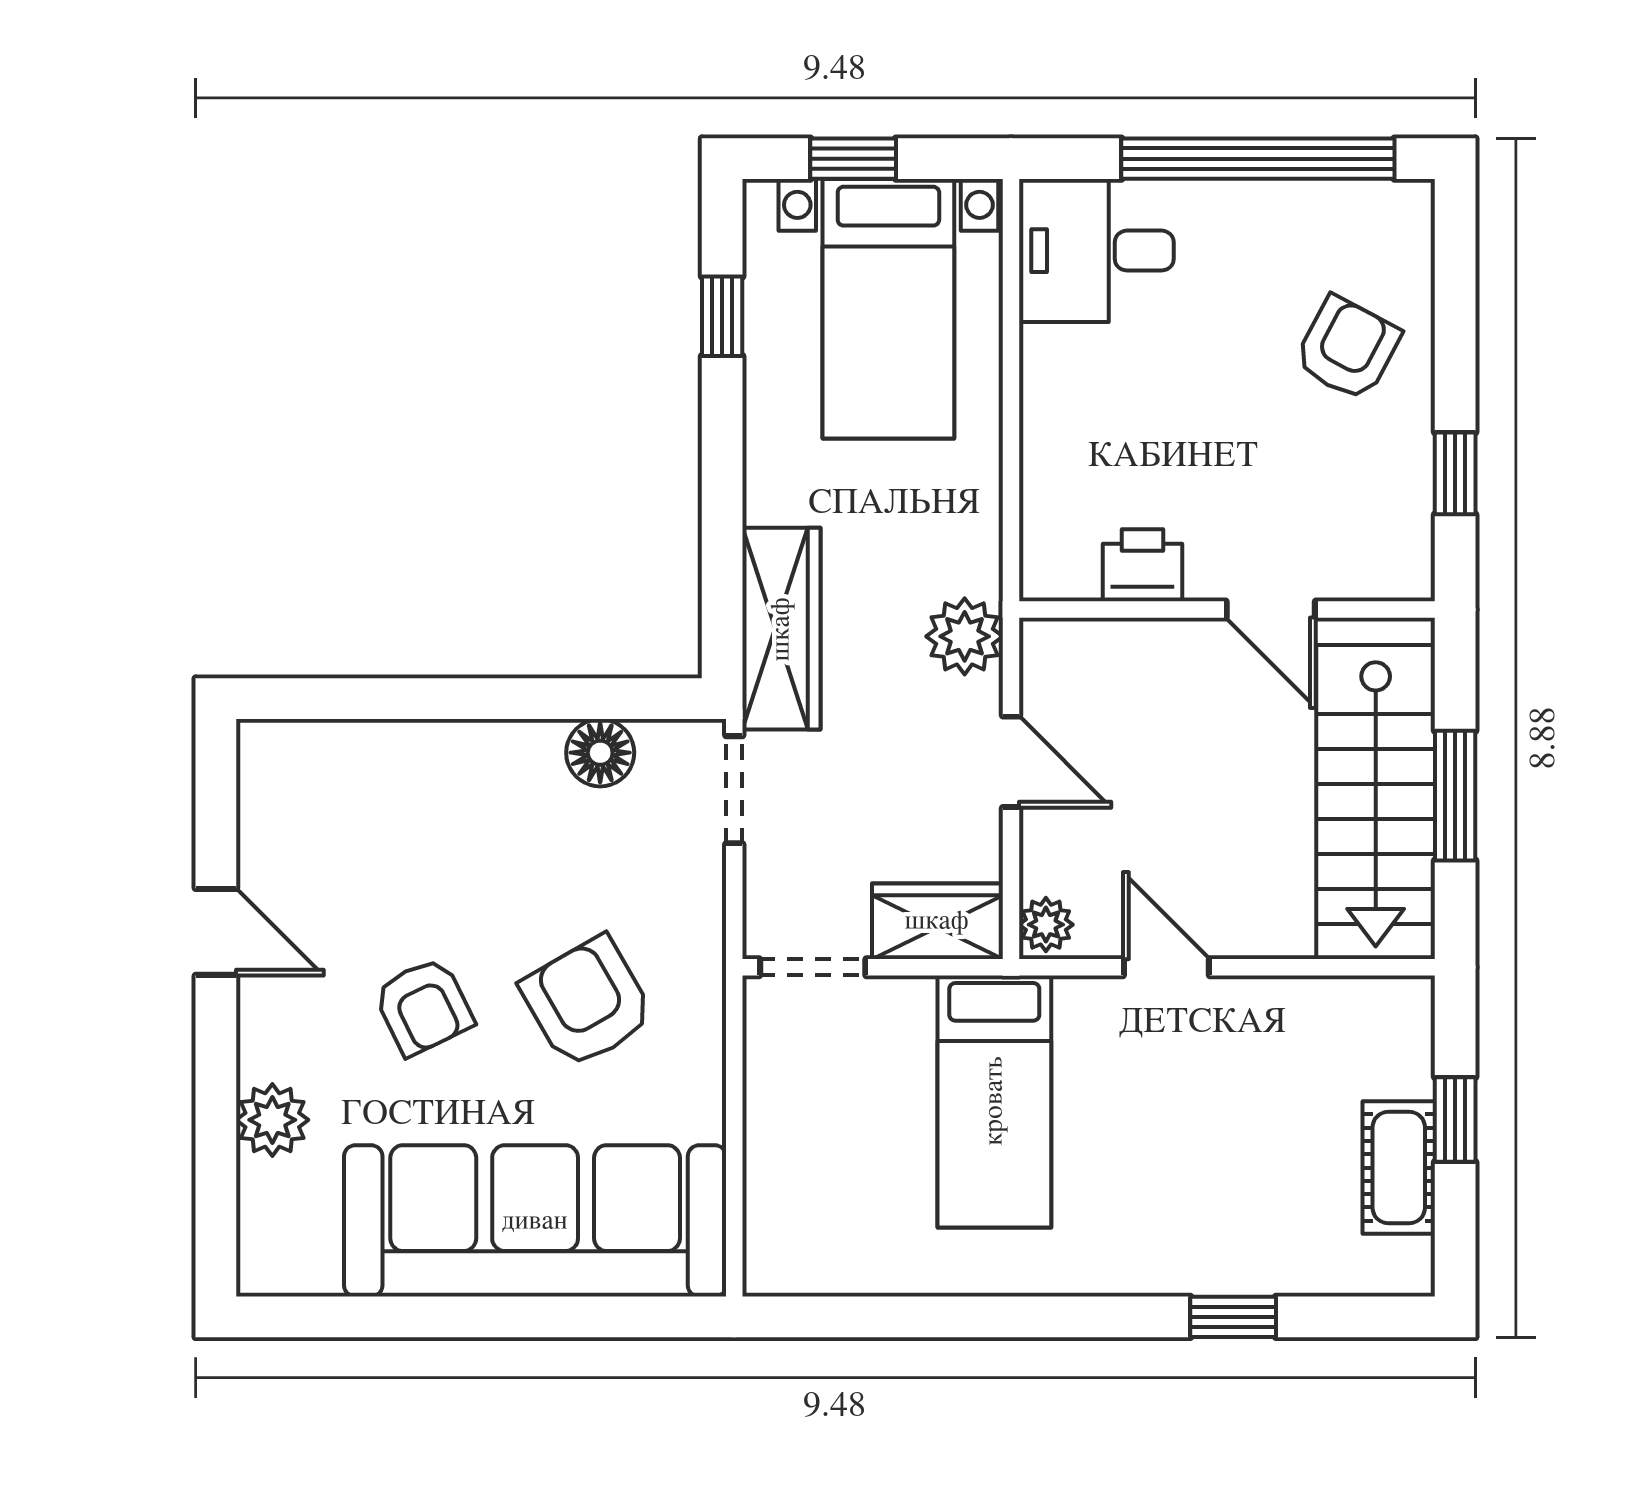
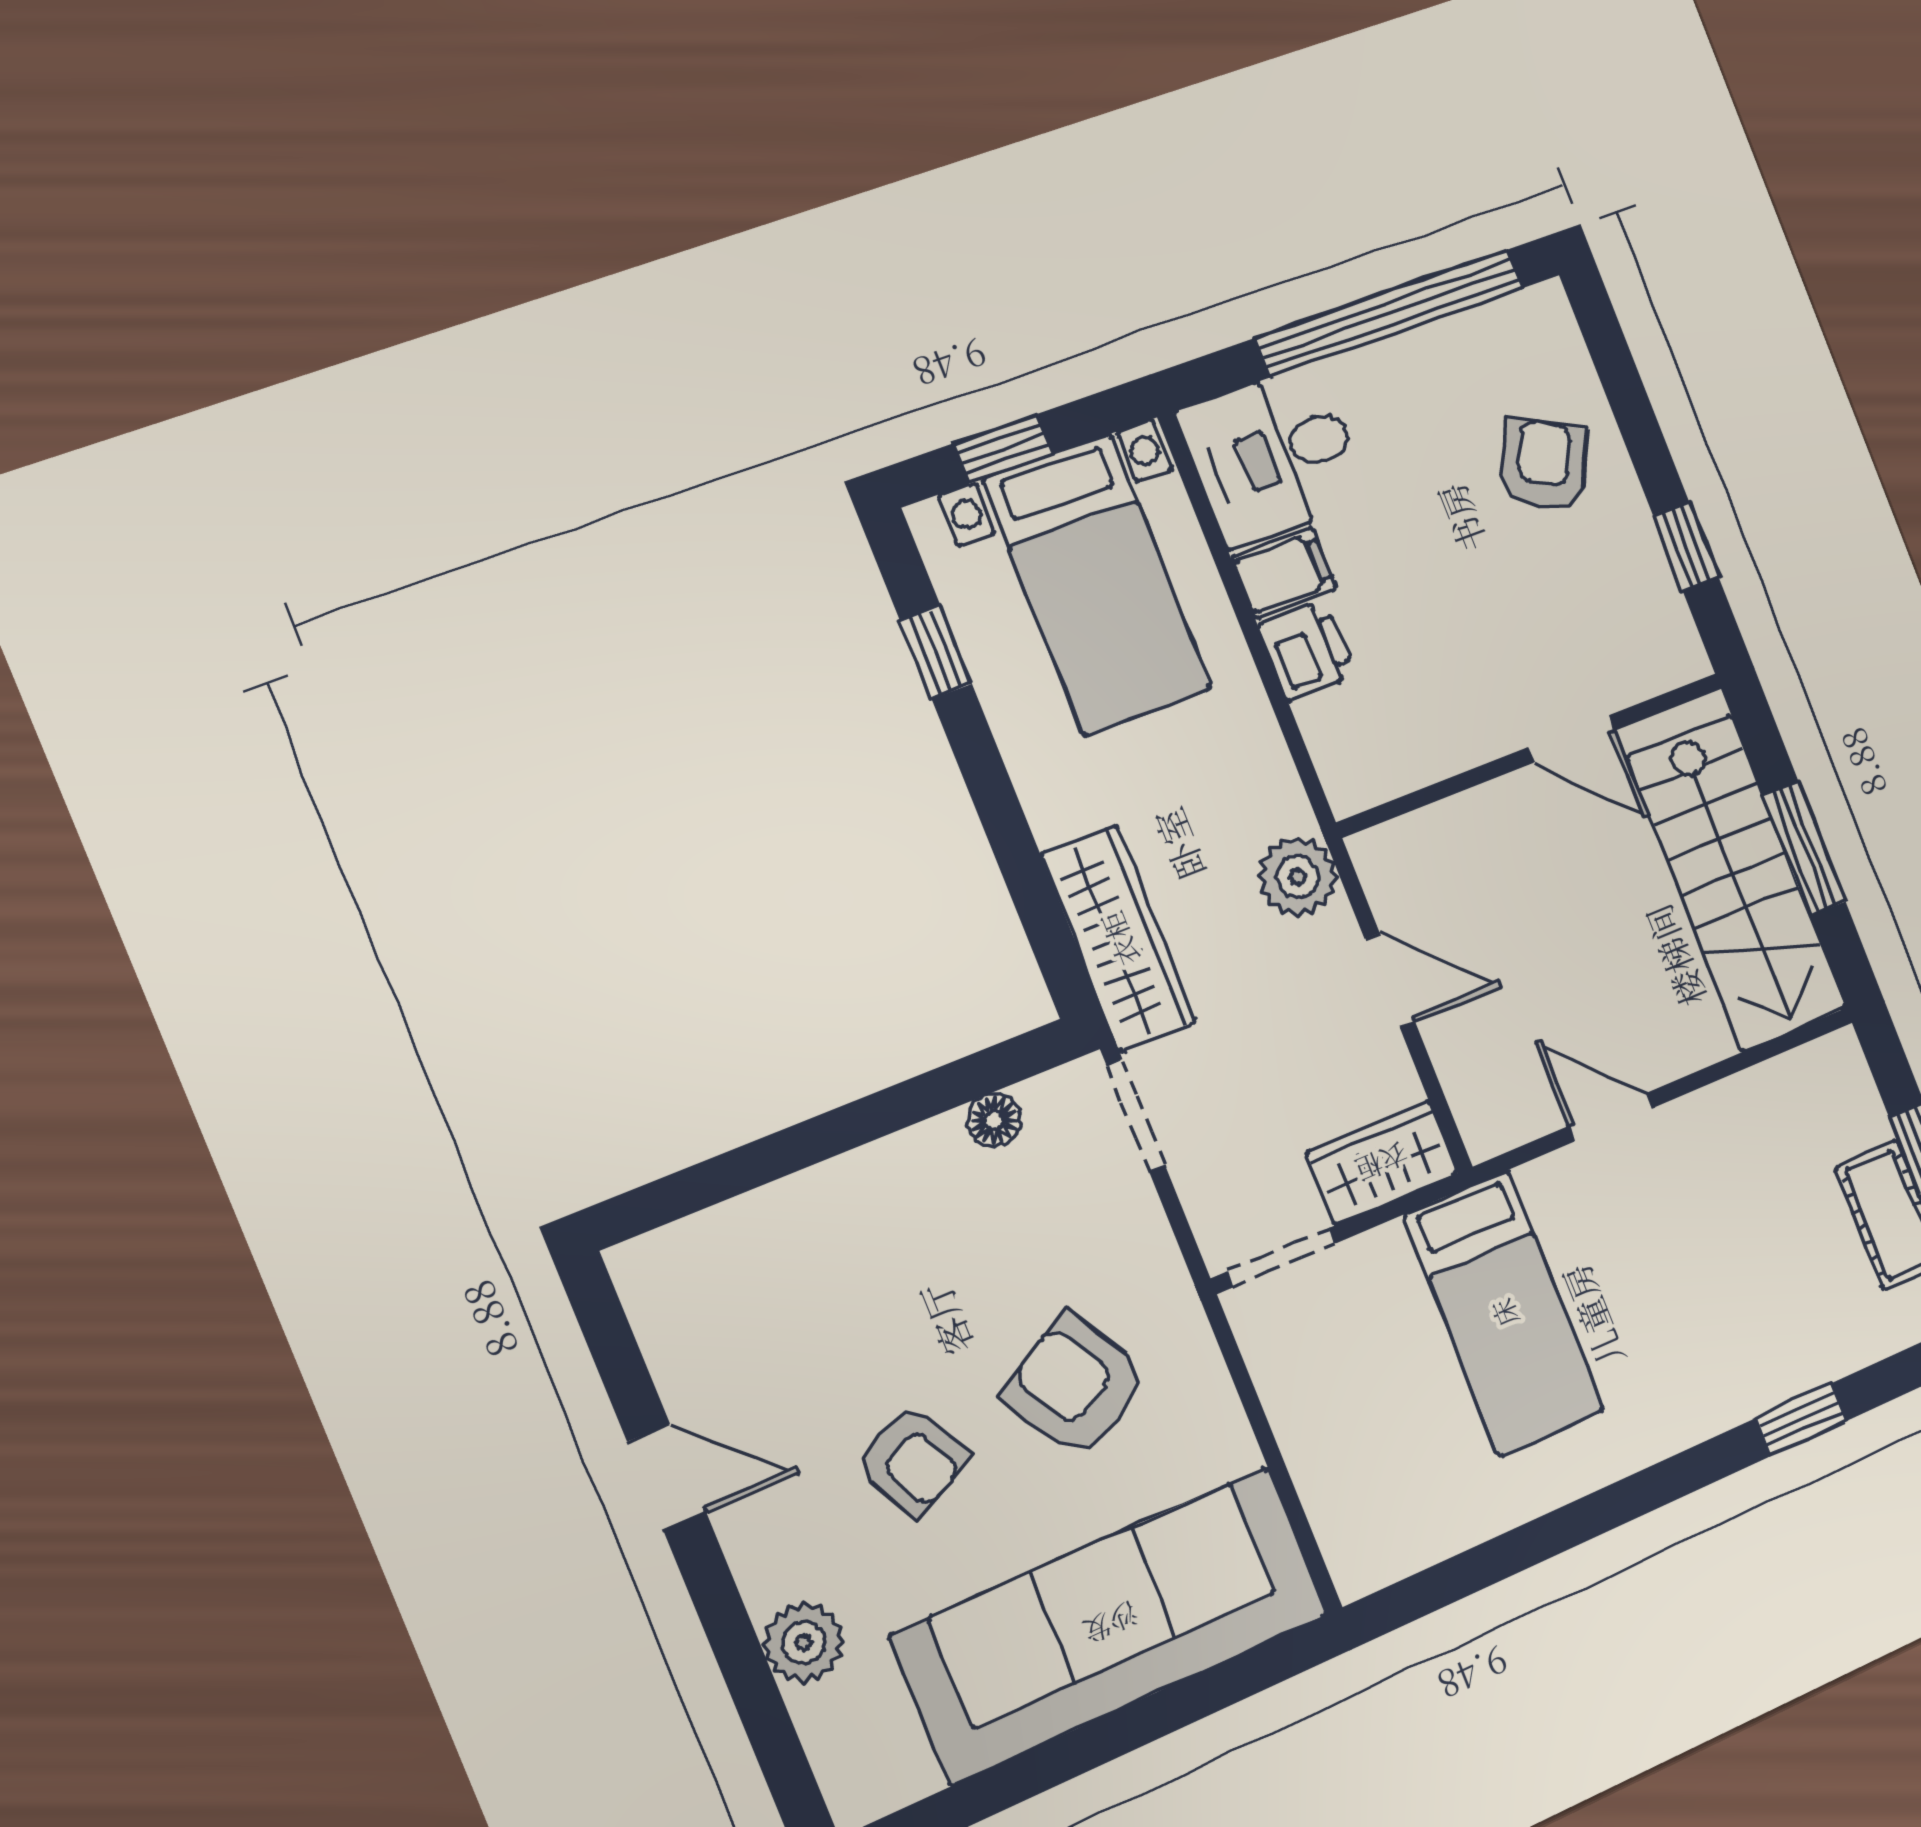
filing cabinet: (1062, 360) -> (1284, 573), added
printer: (1142, 565) -> (1307, 650), moved, turned 90
floor lamp: (600, 753) -> (994, 1120), width x0.73, depth x0.73
plant: (1046, 925) -> (1484, 1123), removed

